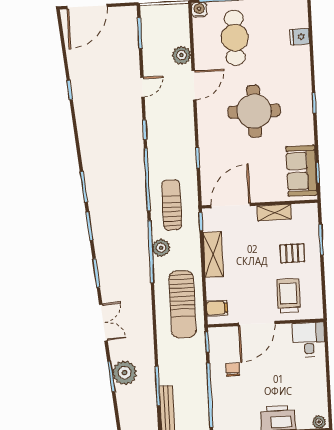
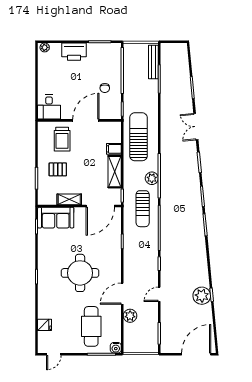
sofa: (301, 171) -> (56, 218), moved, turned 90
filing cabinet: (217, 308) -> (114, 149), moved
plant: (125, 373) -> (202, 296), moved

